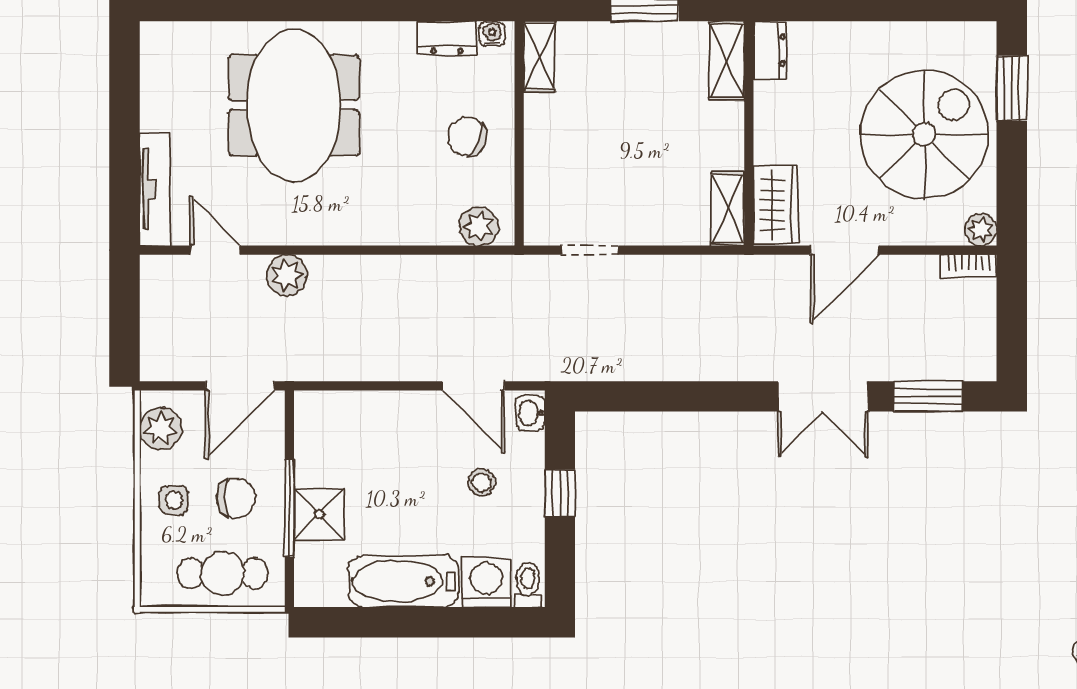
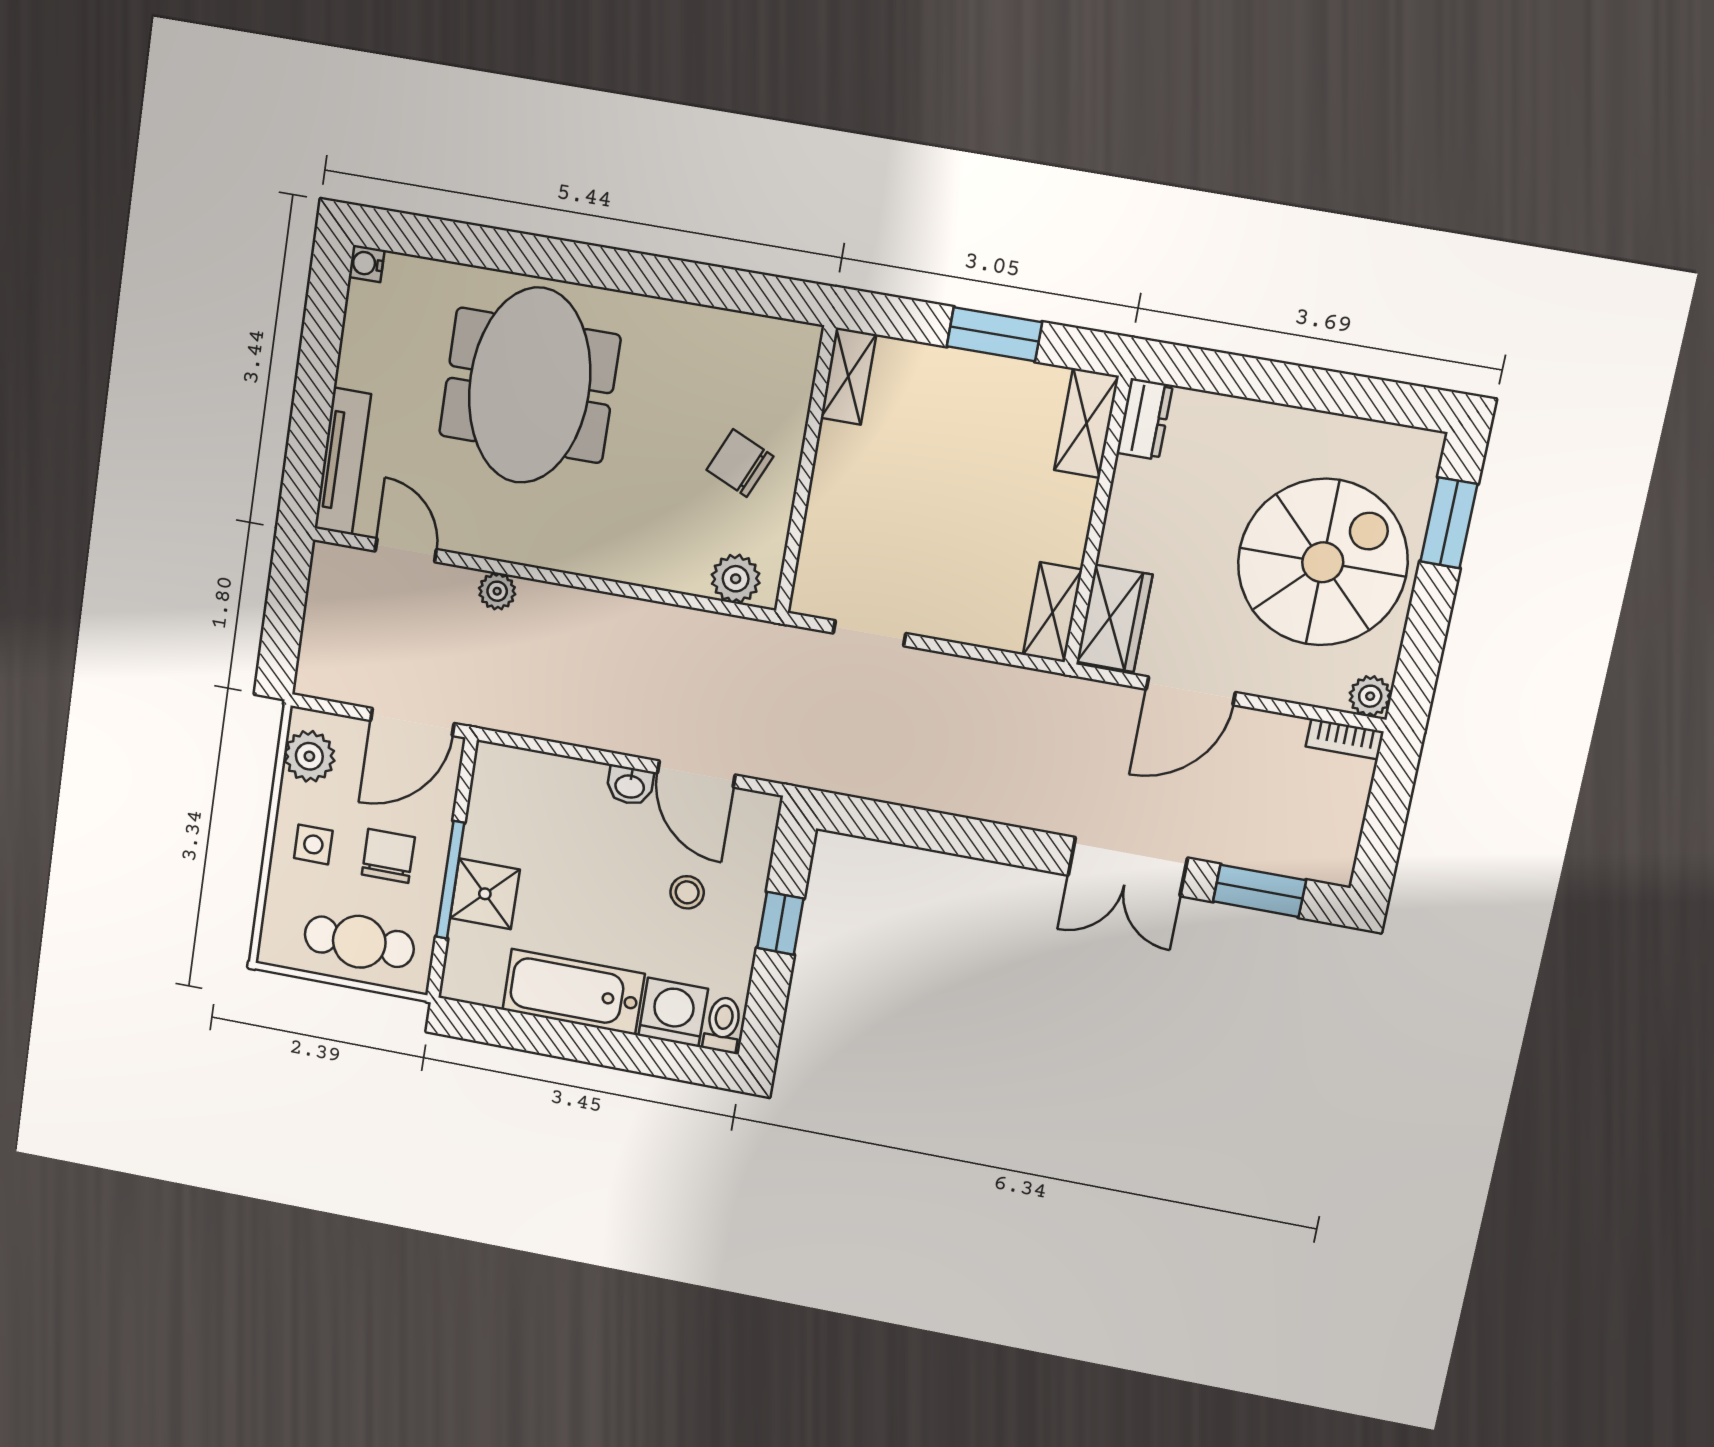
water cooler: (492, 34) -> (367, 264), moved, turned -90
dresser: (447, 38) -> (735, 332), removed
plant: (287, 275) -> (497, 591), width x0.73, depth x0.73
washbasin: (530, 413) -> (630, 786), moved, turned -90
chair: (236, 498) -> (388, 856), turned -90

